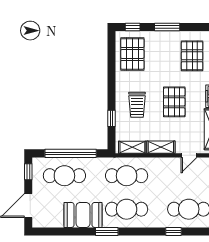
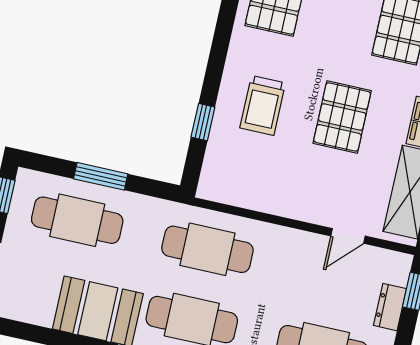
shelving: (132, 147) -> (233, 192), removed
shelving: (161, 147) -> (293, 205), removed
window: (71, 153) -> (101, 176), width x0.47

